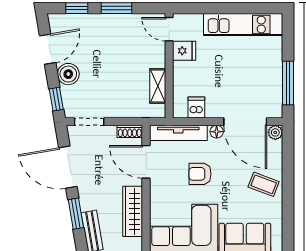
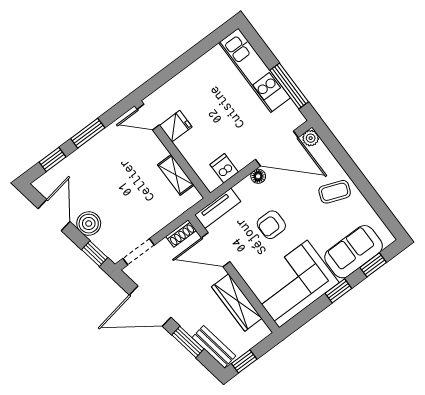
kitchen unit: (243, 25) -> (255, 70), moved, turned 90
tv unit: (178, 133) -> (218, 208), width x0.71

